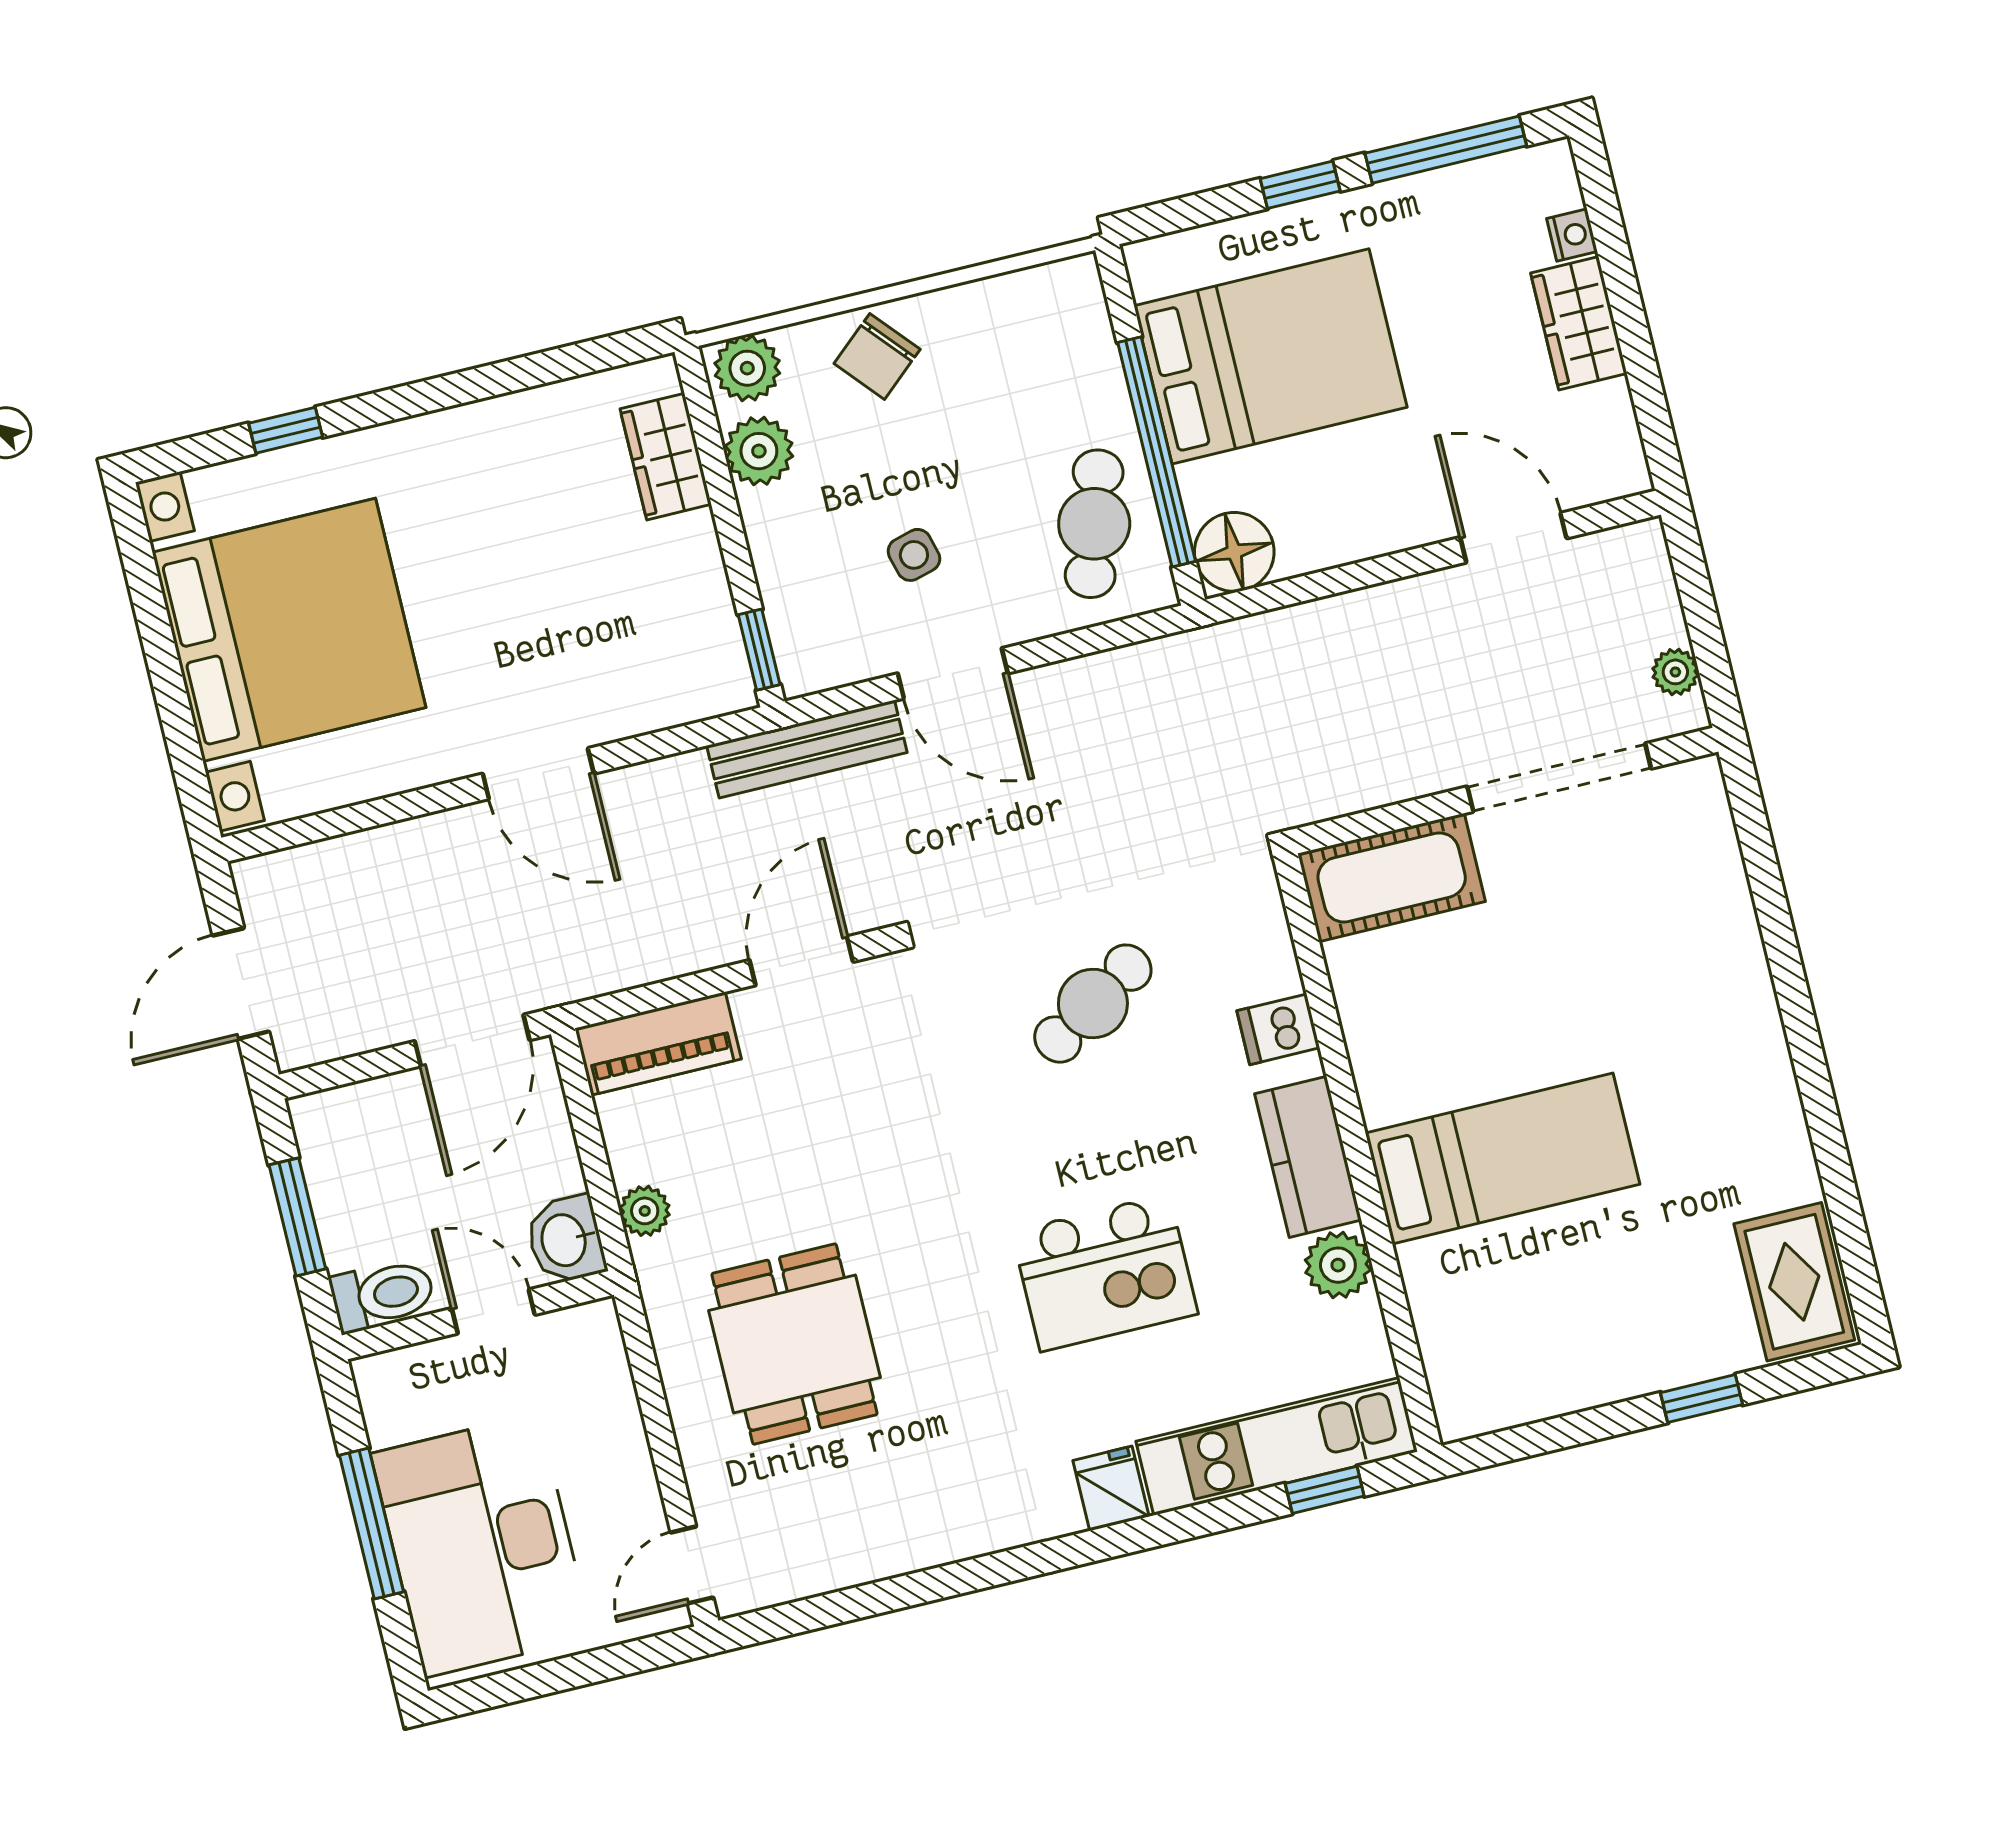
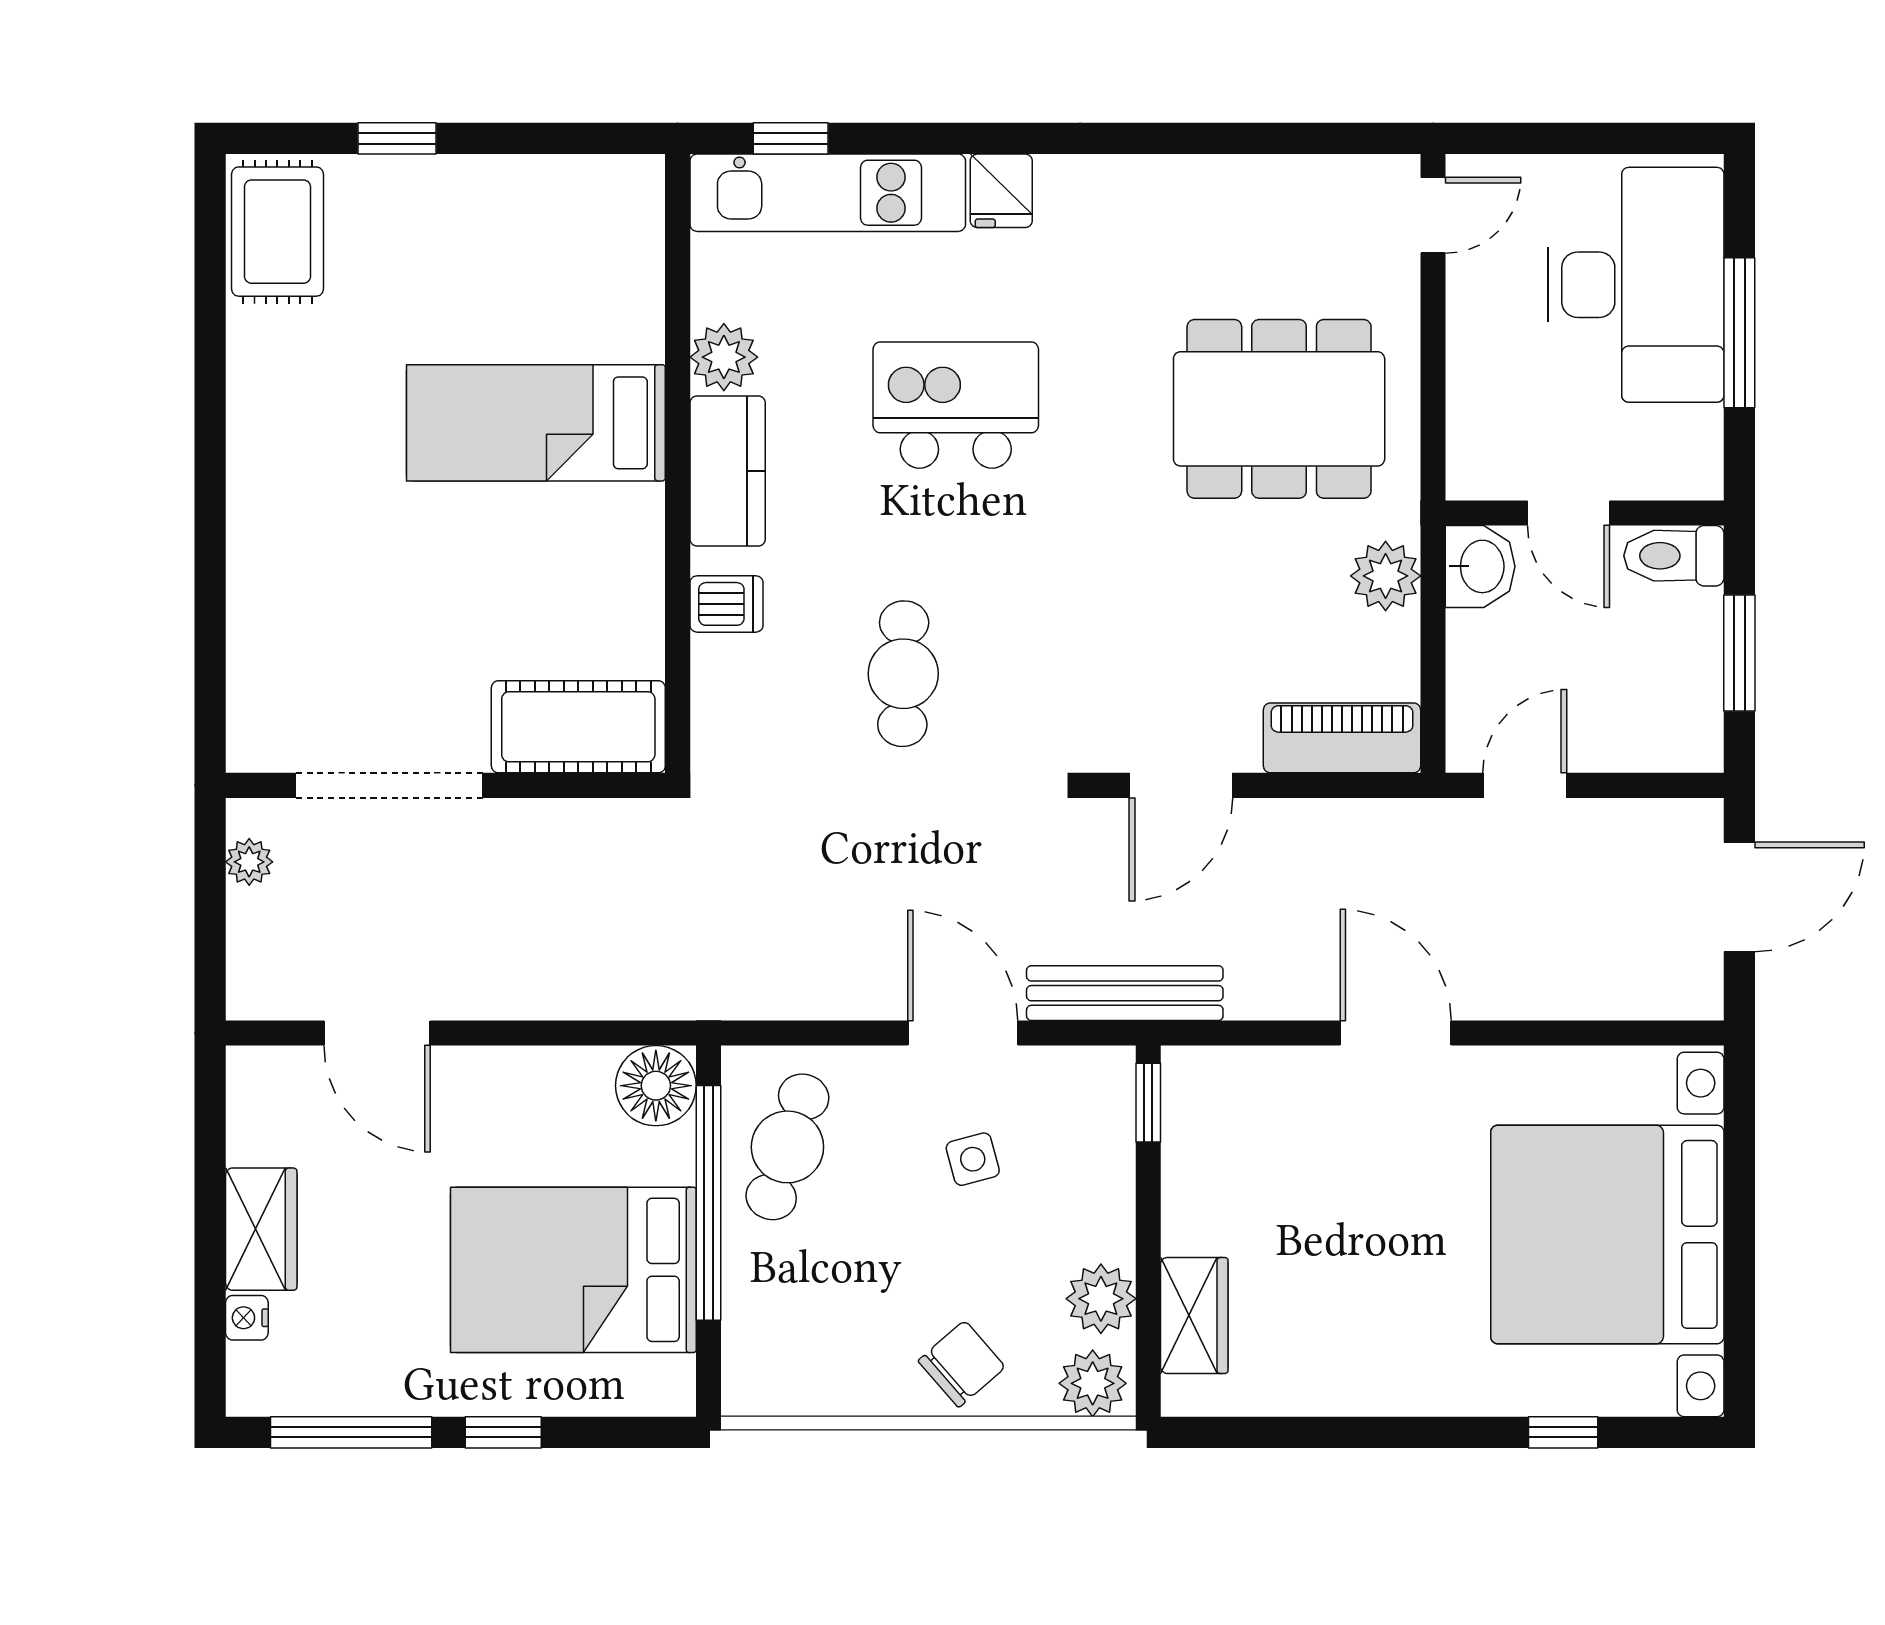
cafe table: (1093, 1004) -> (903, 674), turned -57
door: (472, 1041) -> (1525, 785), width x0.73
plant: (645, 1211) -> (1386, 576), width x1.38, depth x1.38
dining table: (795, 1344) -> (1279, 409), width x1.38

